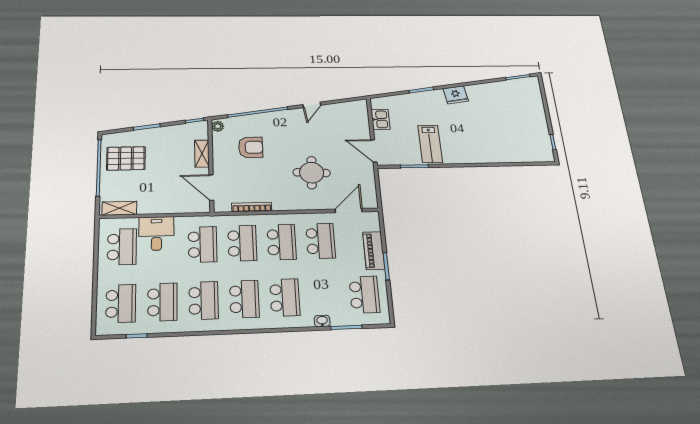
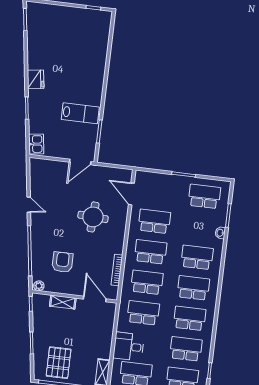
kitchen sink: (381, 119) -> (36, 144), moved, turned 82
door: (211, 187) -> (95, 299), swing flipped
piano: (374, 251) -> (169, 181), removed

